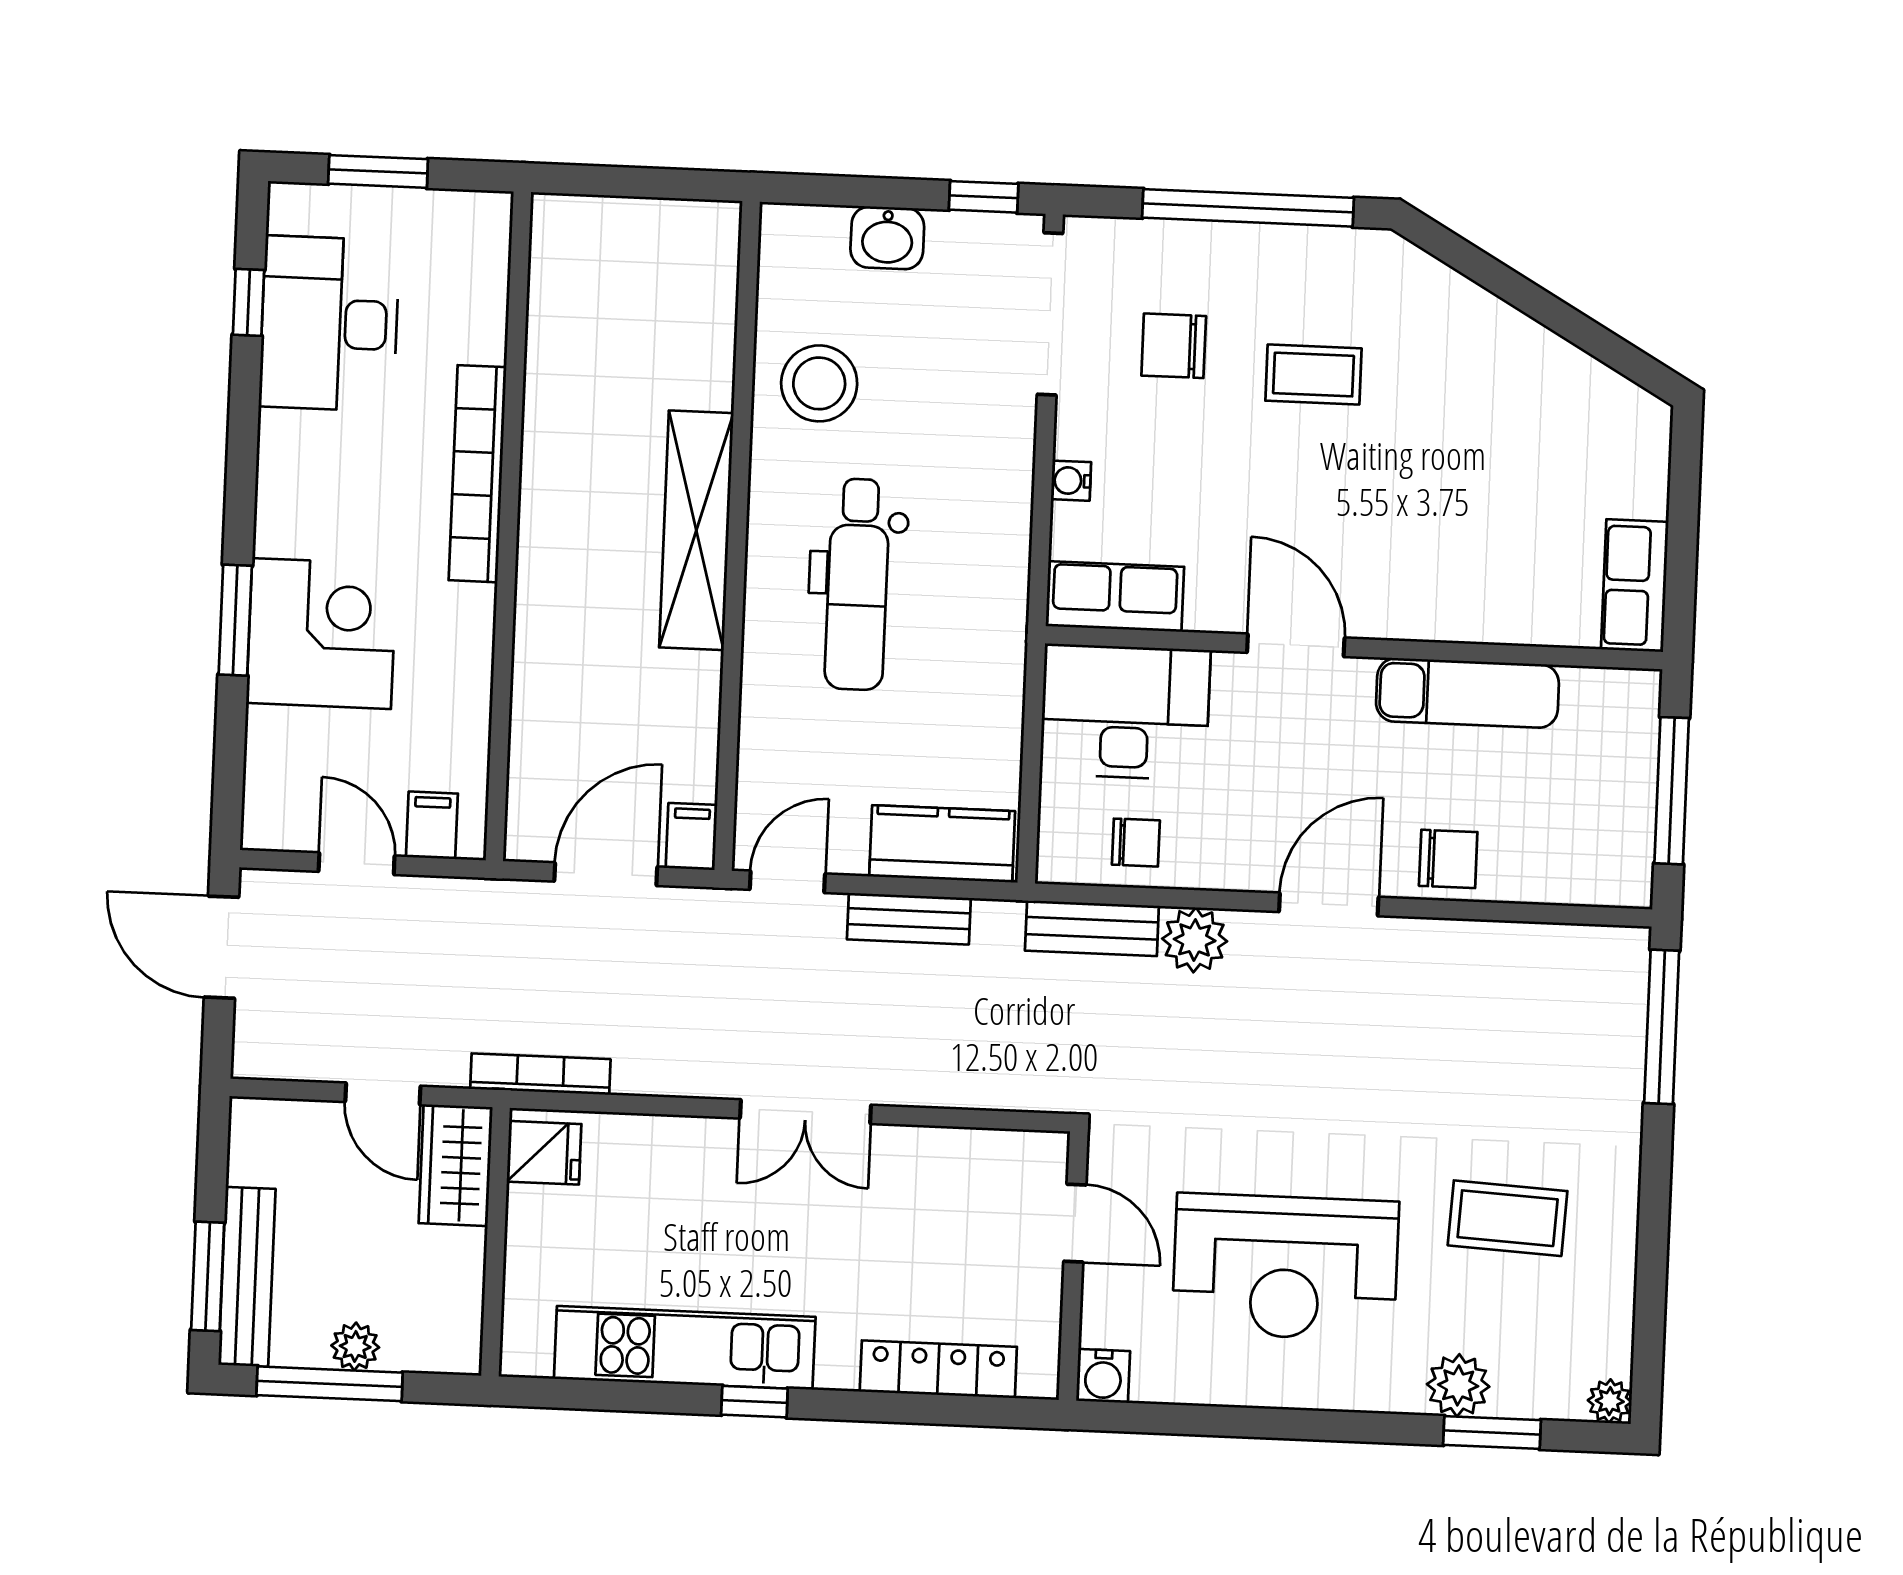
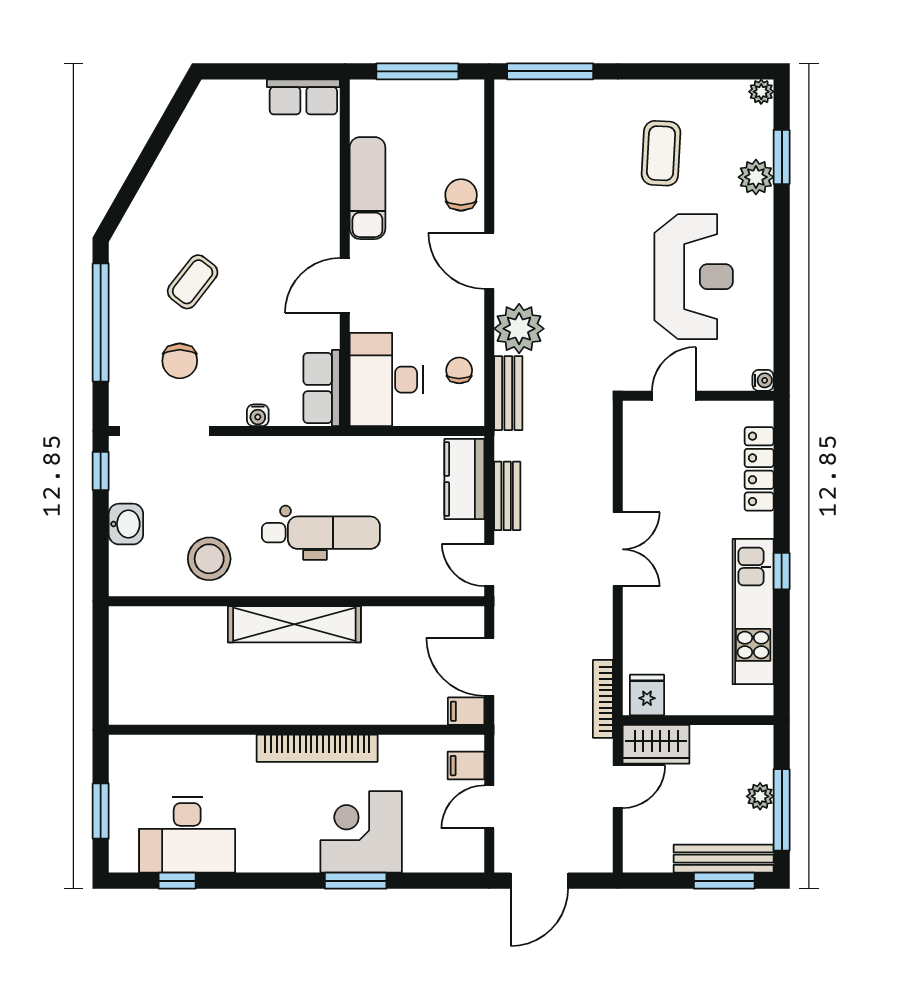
coffee table: (1314, 375) -> (193, 282), turned 38
bookcase: (478, 474) -> (317, 748), moved
filing cabinet: (691, 836) -> (466, 711), moved
plant: (1195, 940) -> (519, 329), width x1.36, depth x1.36
water cooler: (1103, 1376) -> (763, 380), width x0.72, depth x0.72

